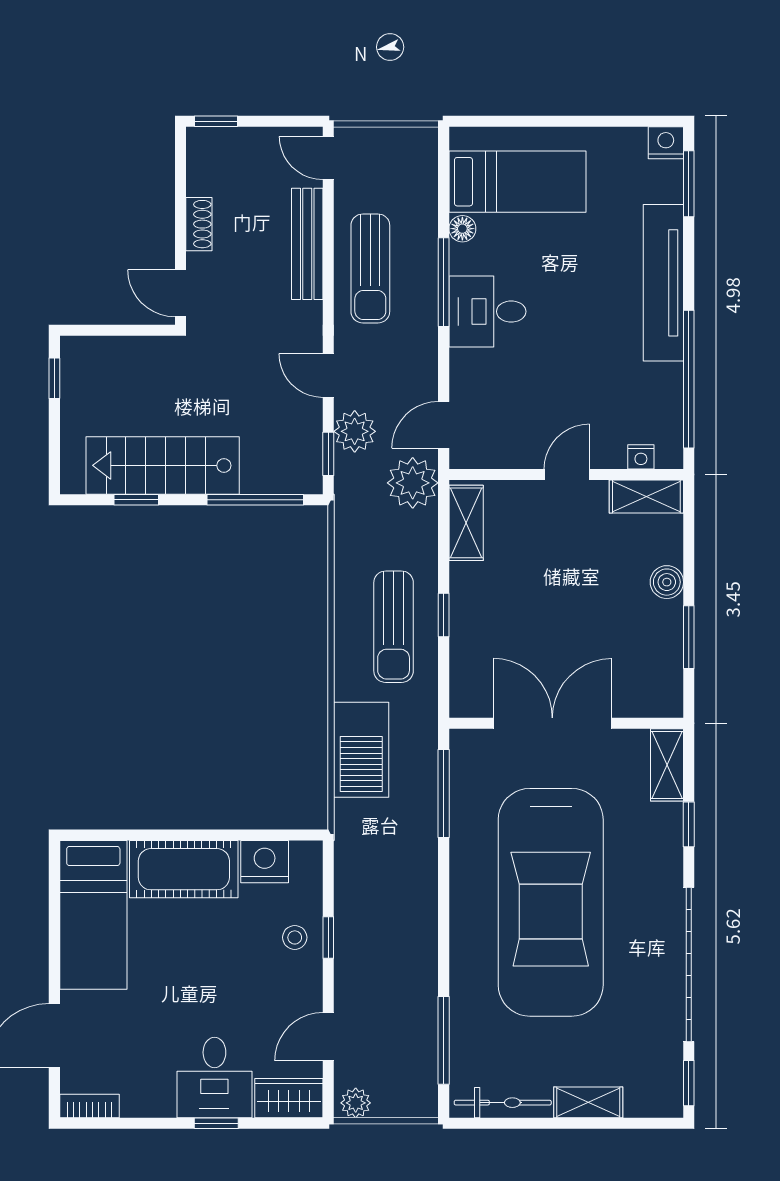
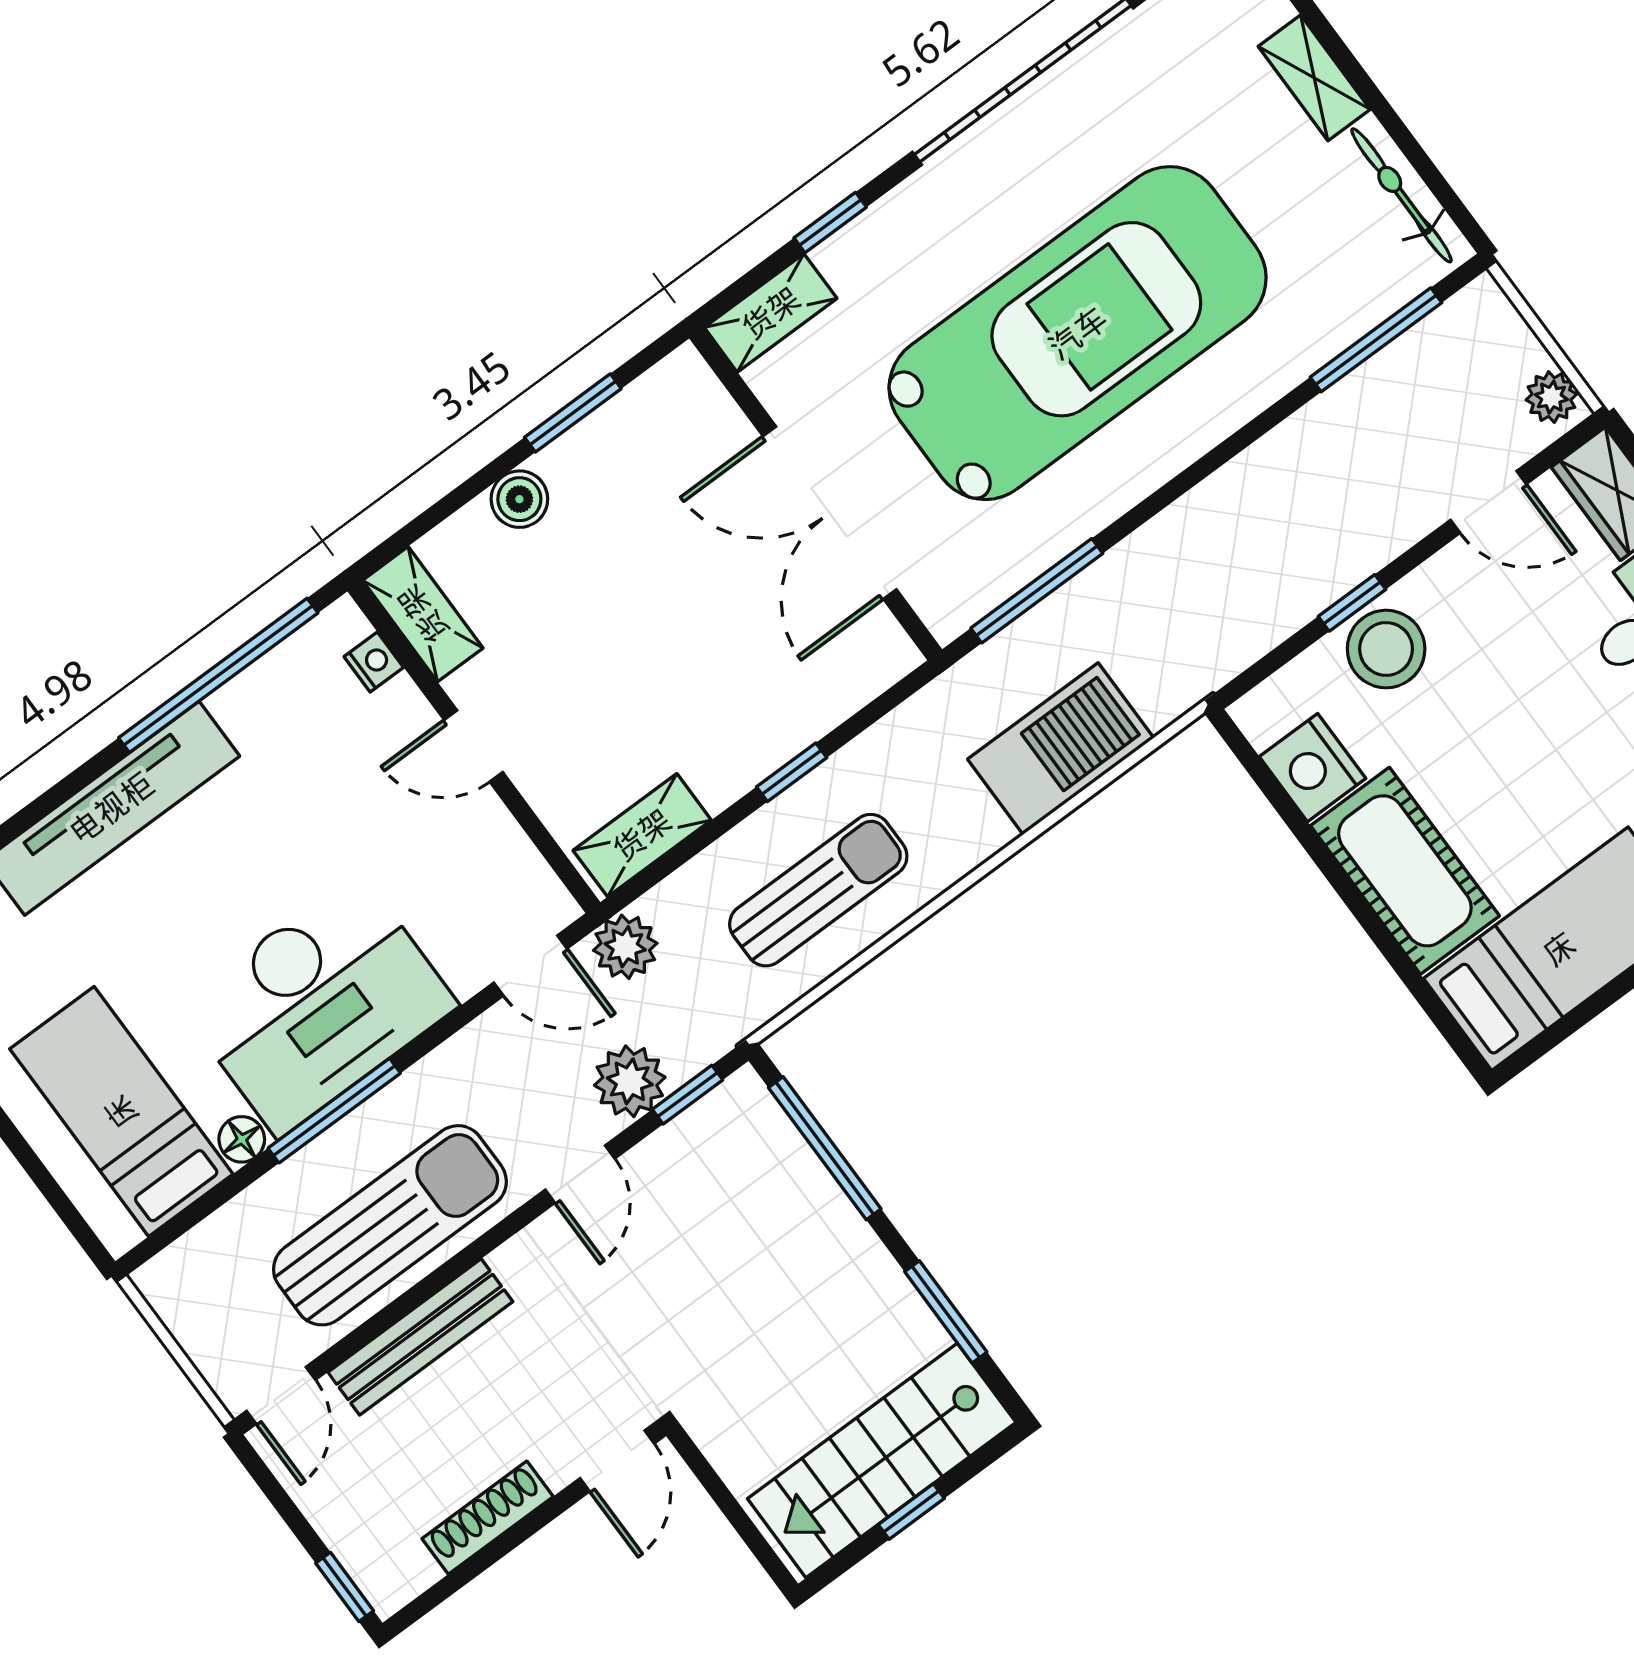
shoe rack: (199, 224) -> (488, 1518), width x1.43
sun lounger: (370, 268) -> (390, 1225), width x1.36, depth x1.34
desk: (487, 312) -> (318, 1005), width x1.87, depth x1.30
window: (54, 378) -> (911, 1511), moved
stairs: (163, 465) -> (882, 1460), moved, turned 90
plant: (413, 483) -> (625, 947), width x0.73, depth x0.73
window: (136, 500) -> (946, 1312), width x1.50
sun lounger: (394, 627) -> (818, 890), moved
stool: (295, 937) -> (1386, 649), width x1.89, depth x1.89

